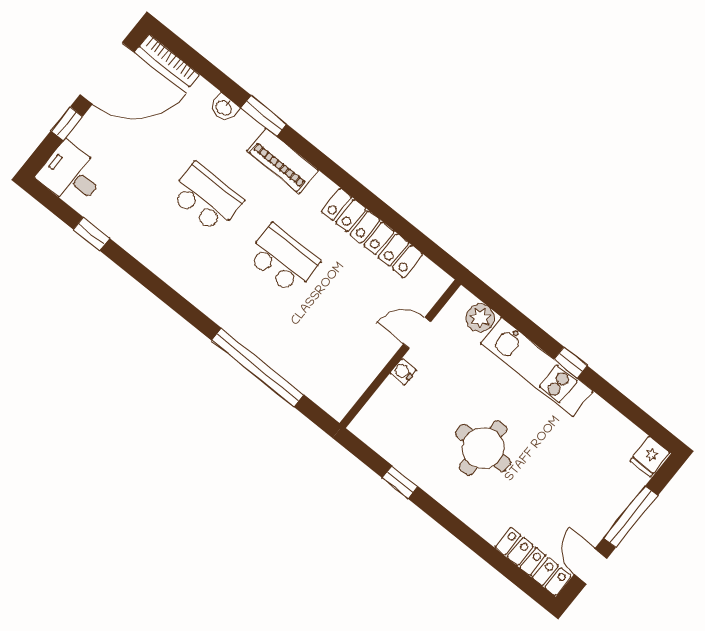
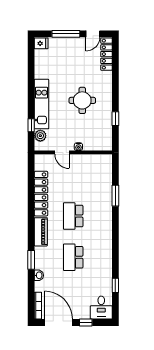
piano: (283, 161) -> (41, 232), moved
window: (571, 363) -> (31, 125), moved
window: (258, 368) -> (115, 196), width x0.47

